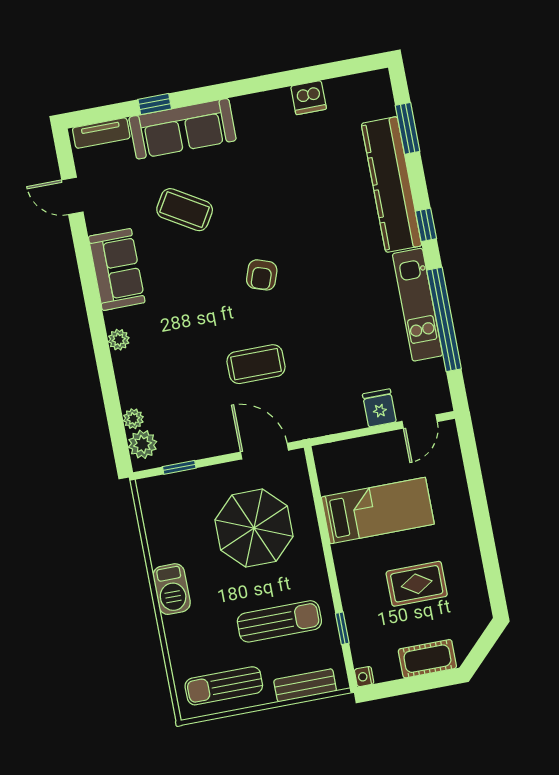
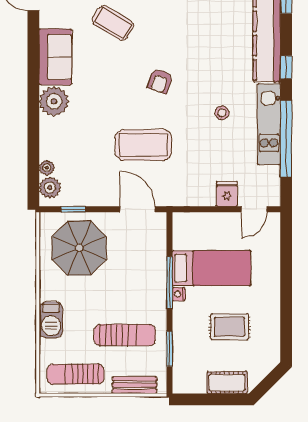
stool: (352, 301) -> (222, 113), added
plant: (119, 340) -> (54, 101), width x1.88, depth x1.88
coffee table: (256, 364) -> (143, 145), width x1.36, depth x1.32
parasol: (254, 528) -> (79, 248), moved
window: (325, 540) -> (169, 283), added
barbecue: (172, 589) -> (51, 320), moved
window: (342, 628) -> (169, 349), width x1.50
nightstand: (364, 677) -> (179, 294), moved

